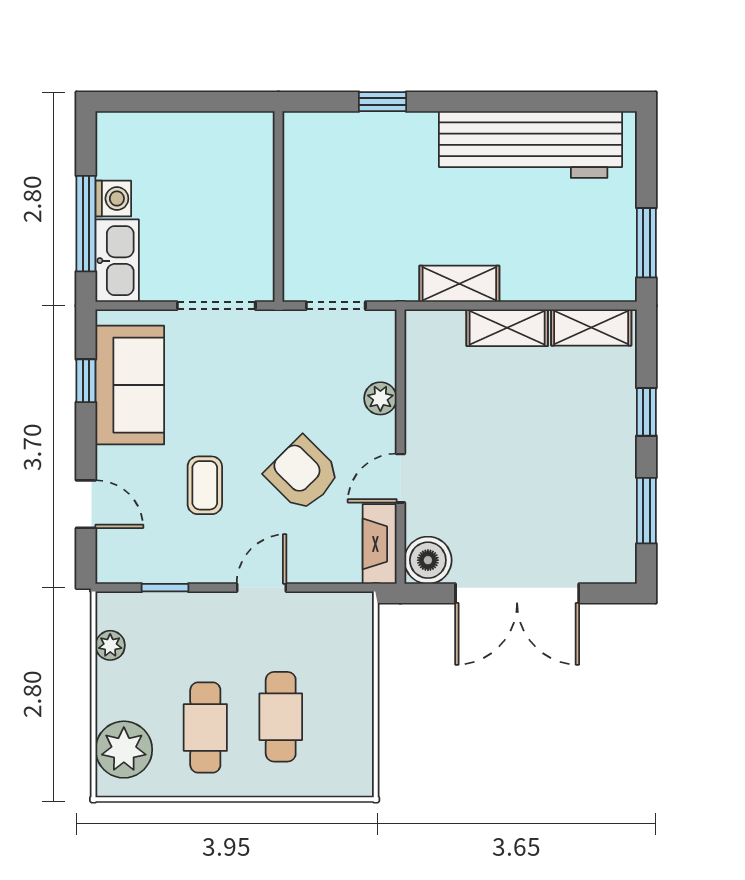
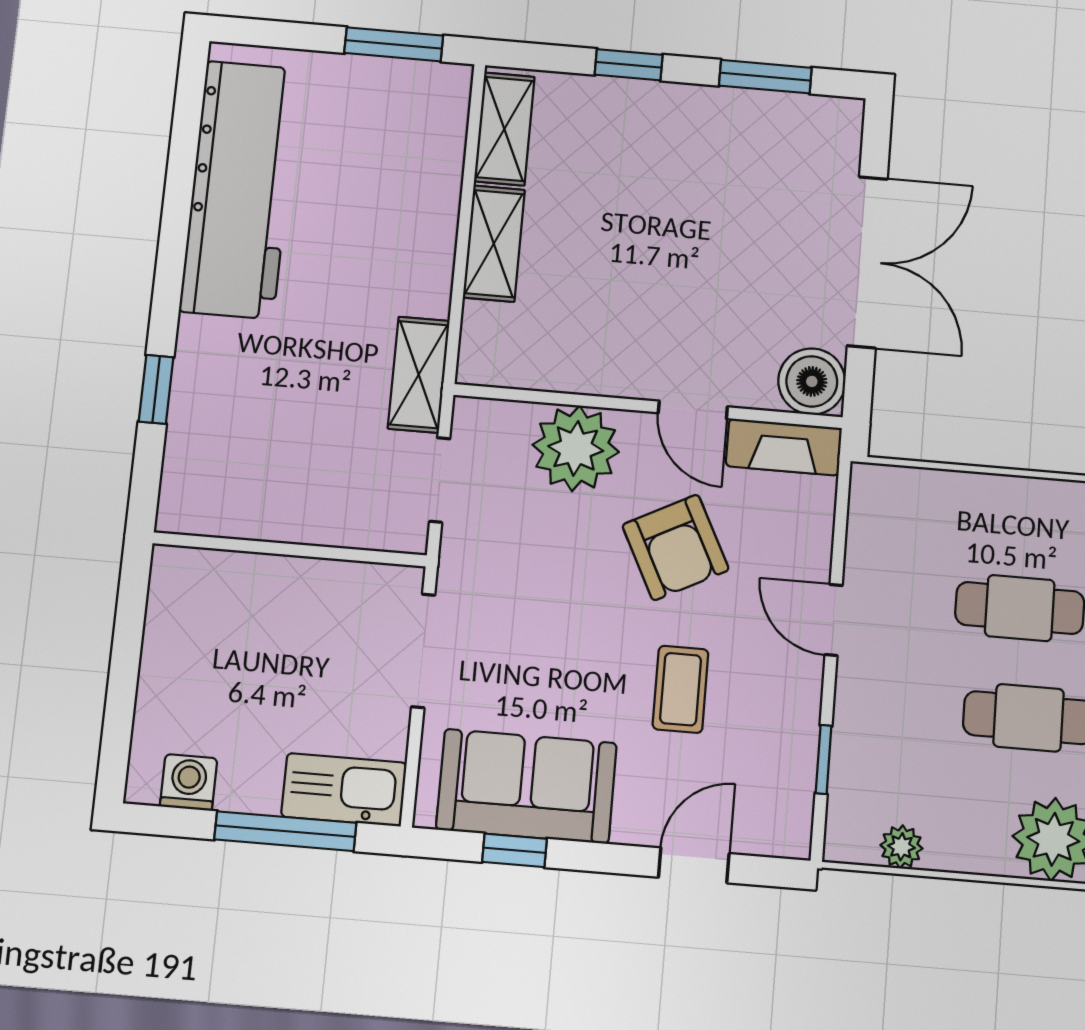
washing machine: (113, 199) -> (189, 782), moved
shelving: (459, 284) -> (419, 375), moved
plant: (380, 398) -> (576, 448), width x1.87, depth x1.87
armchair: (303, 474) -> (676, 547), turned -72
coffee table: (205, 485) -> (681, 689), turned 90

